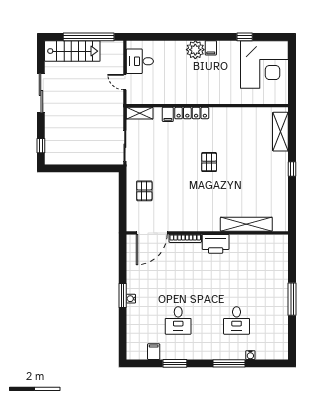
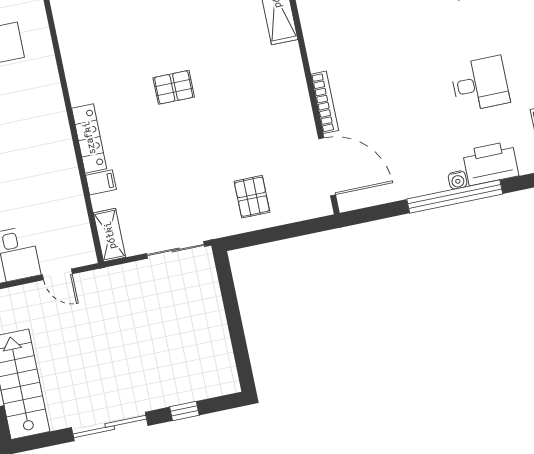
door: (125, 82) -> (57, 274), hinge flipped
window: (41, 146) -> (184, 411), moved
pallet: (144, 191) -> (252, 197), turned 90
printer: (216, 244) -> (491, 163), moved, turned -90
window: (123, 295) -> (455, 197), width x2.11

